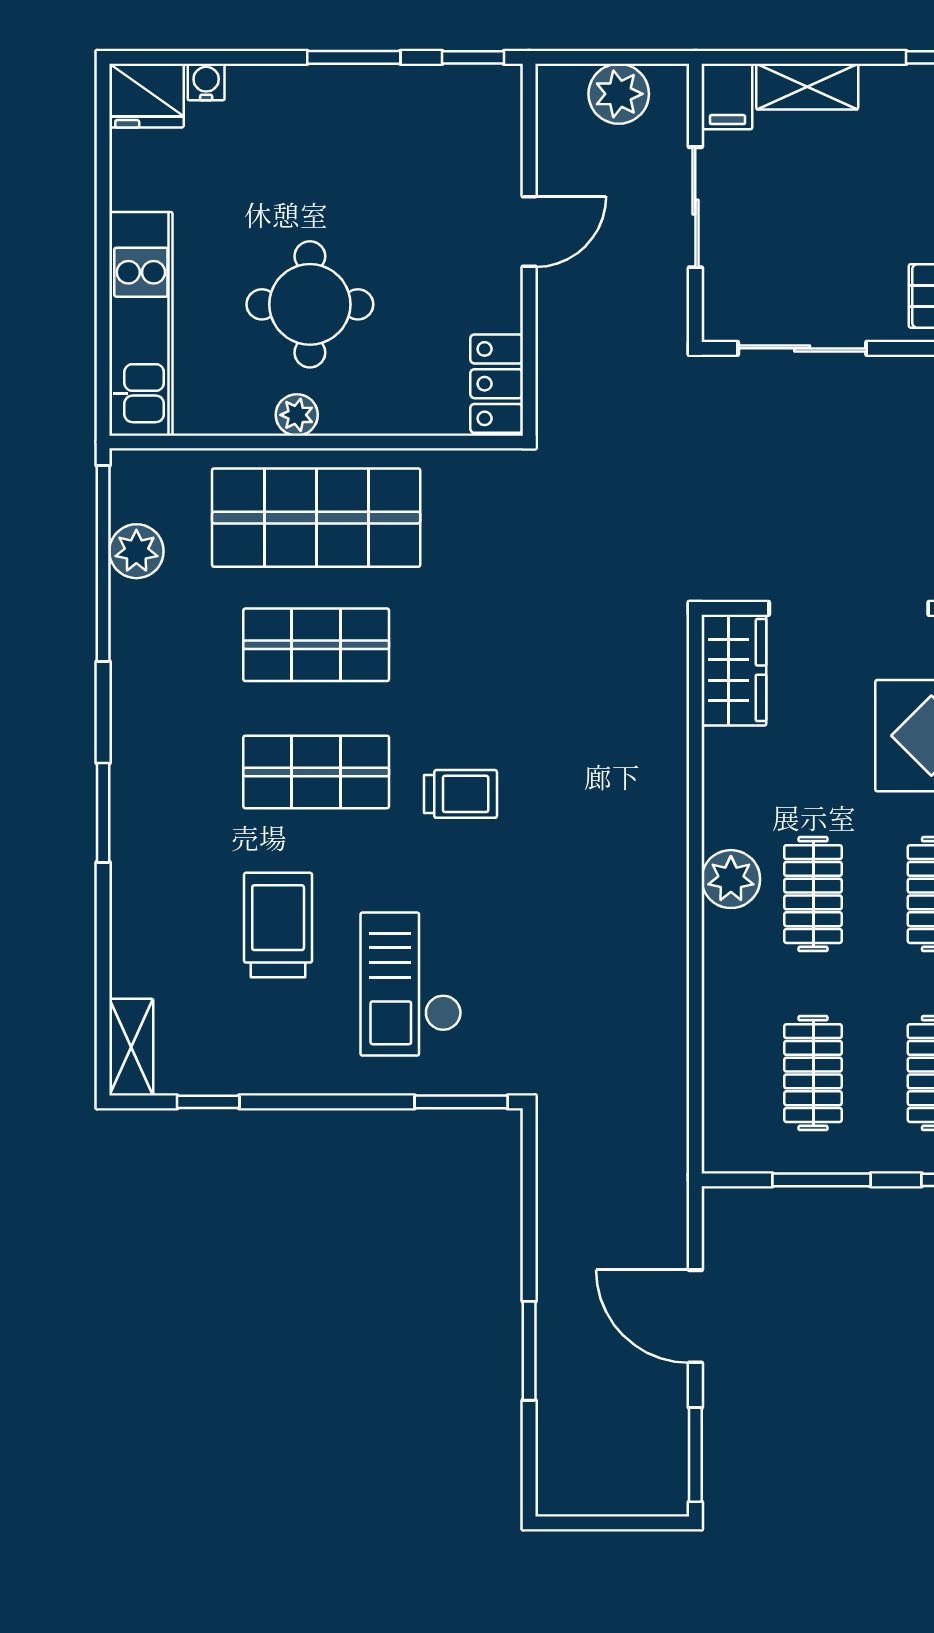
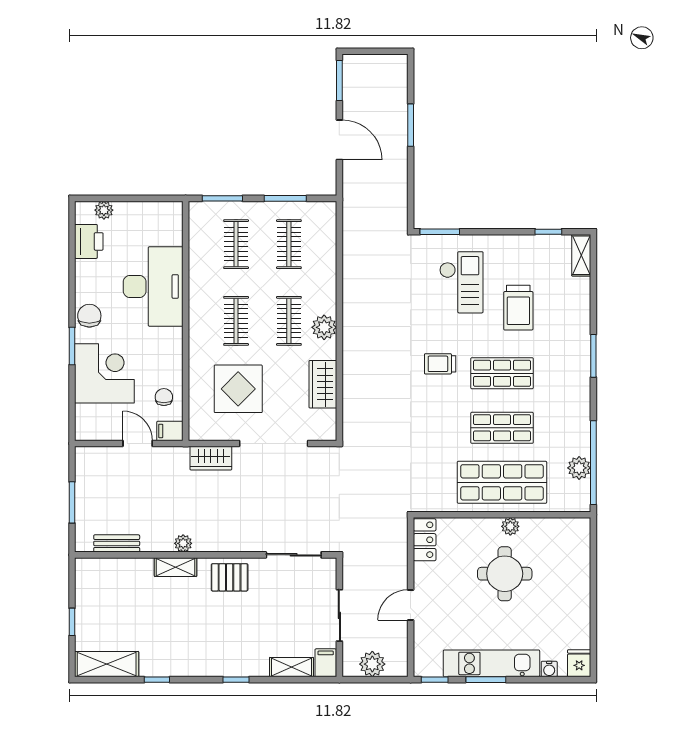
fridge: (146, 96) -> (579, 663), width x0.72
kitchen unit: (141, 324) -> (491, 663), moved, turned 90
wardrobe: (734, 670) -> (323, 384), moved

